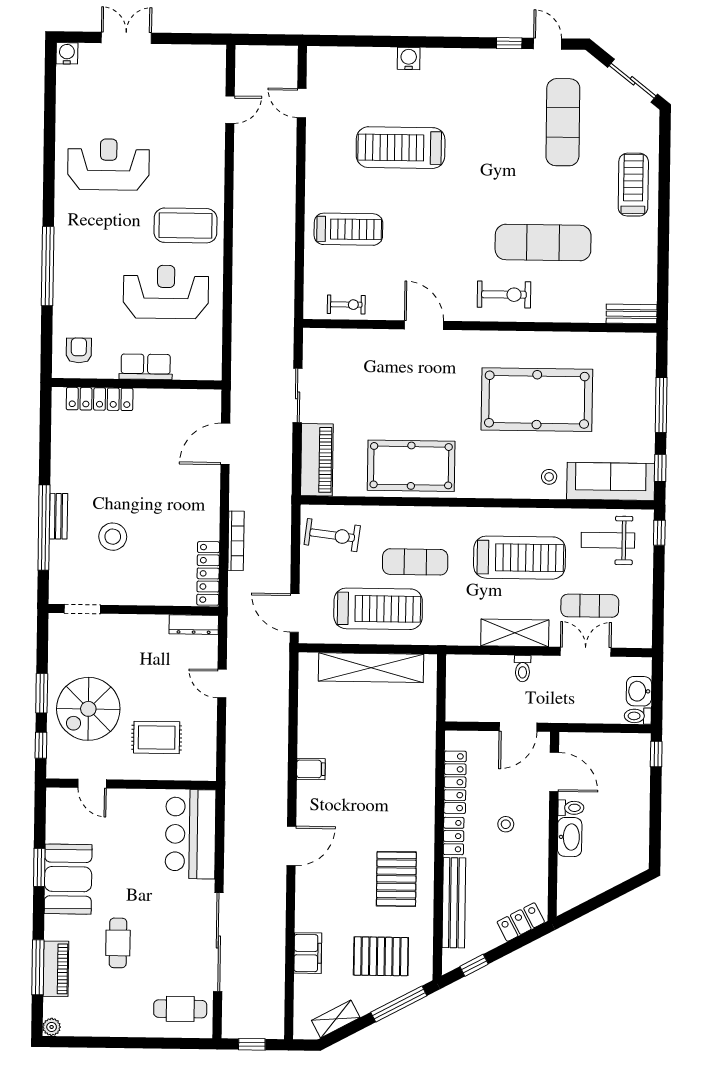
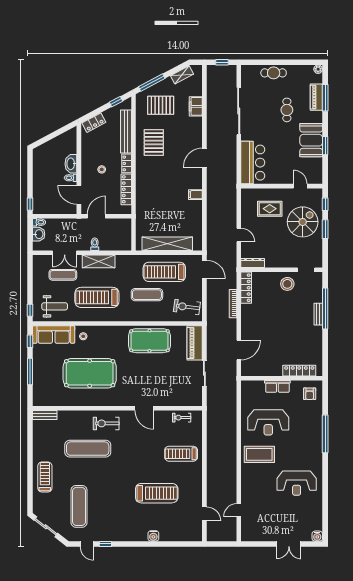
treadmill: (633, 185) -> (45, 477), turned 180
stool: (113, 537) -> (287, 284), moved
cafe table: (180, 1009) -> (274, 73), moved

